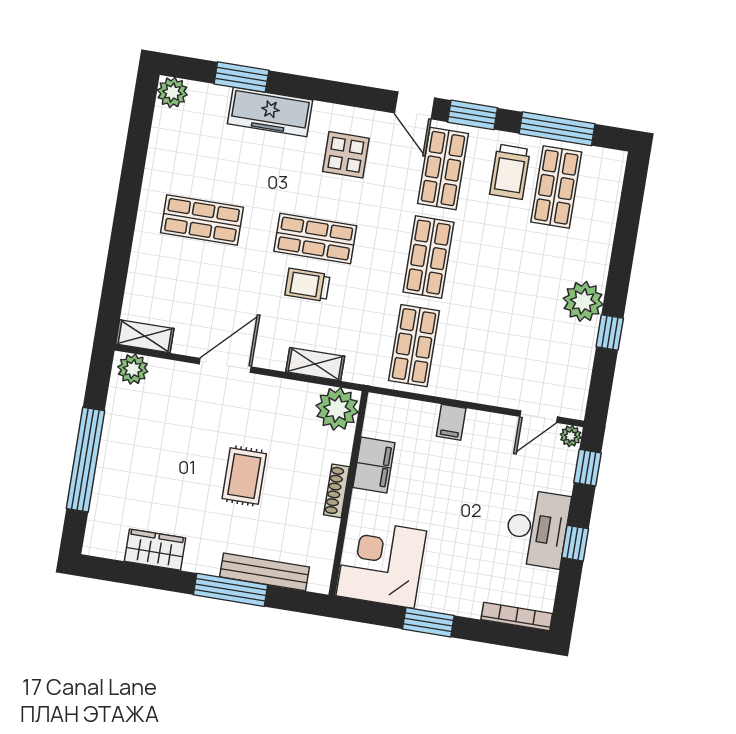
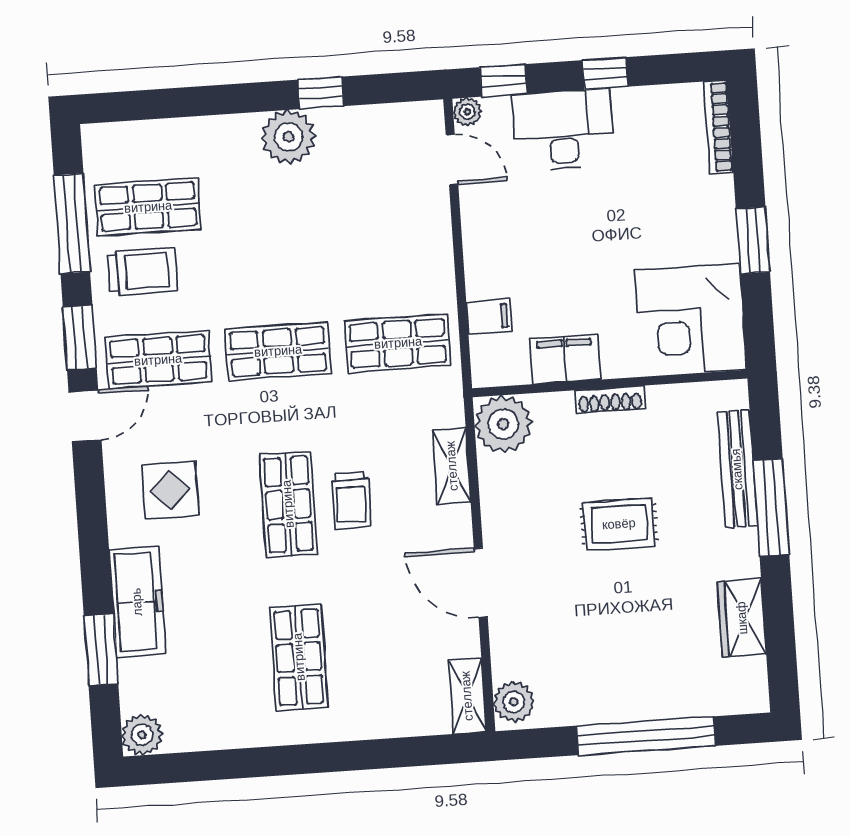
filing cabinet: (451, 422) -> (489, 317), moved
desk: (537, 528) -> (563, 130), moved

